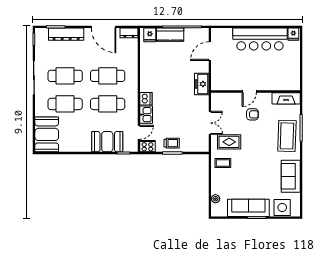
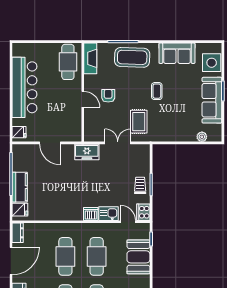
fridge: (293, 34) -> (19, 132), moved
door: (210, 51) -> (50, 143), moved
cafe table: (283, 78) -> (68, 62), added
freezer: (202, 84) -> (87, 152), moved
coffee table: (223, 163) -> (157, 91), moved

